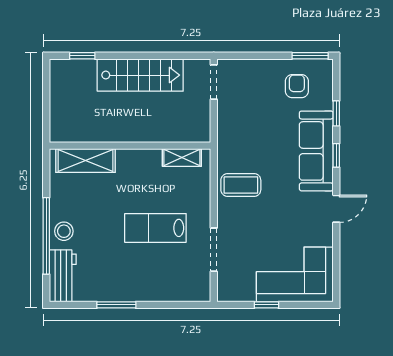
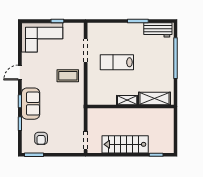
sofa: (316, 151) -> (31, 104), width x0.73
shelving: (182, 157) -> (127, 100), moved
coffee table: (241, 185) -> (68, 76), moved
lab bench: (155, 228) -> (117, 62), turned 180
stool: (64, 231) -> (166, 61), removed
workbench: (63, 276) -> (158, 30), moved, turned -90

